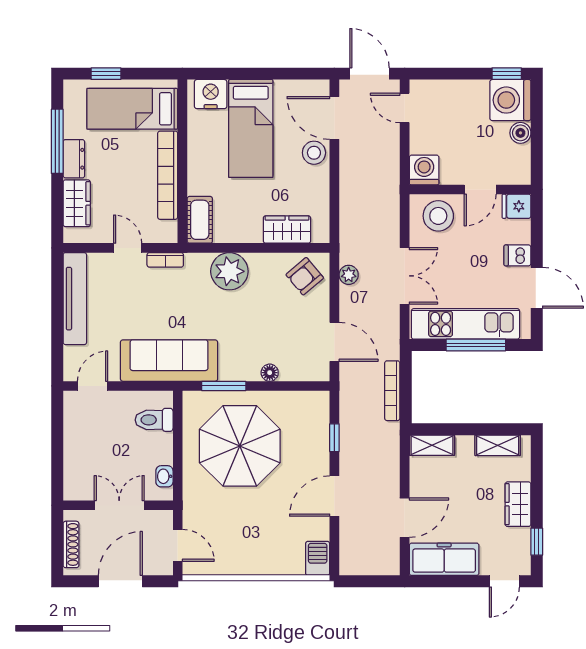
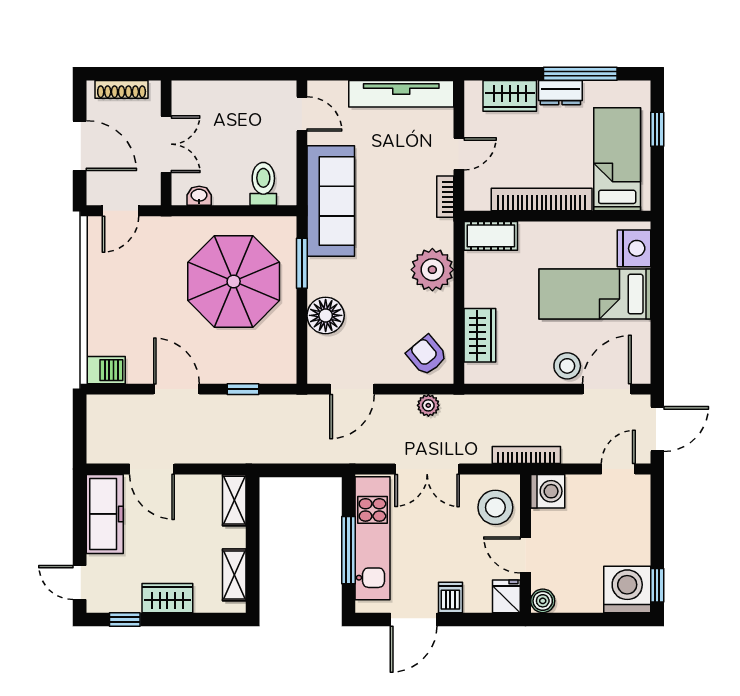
boiler: (520, 133) -> (543, 601), moved
floor lamp: (270, 373) -> (326, 315), width x1.89, depth x1.89
bookcase: (392, 391) -> (526, 455), moved

